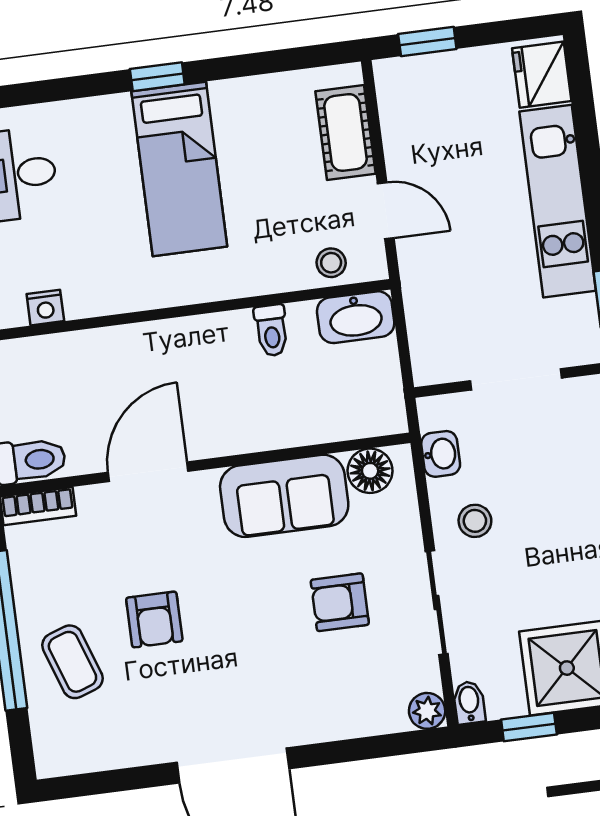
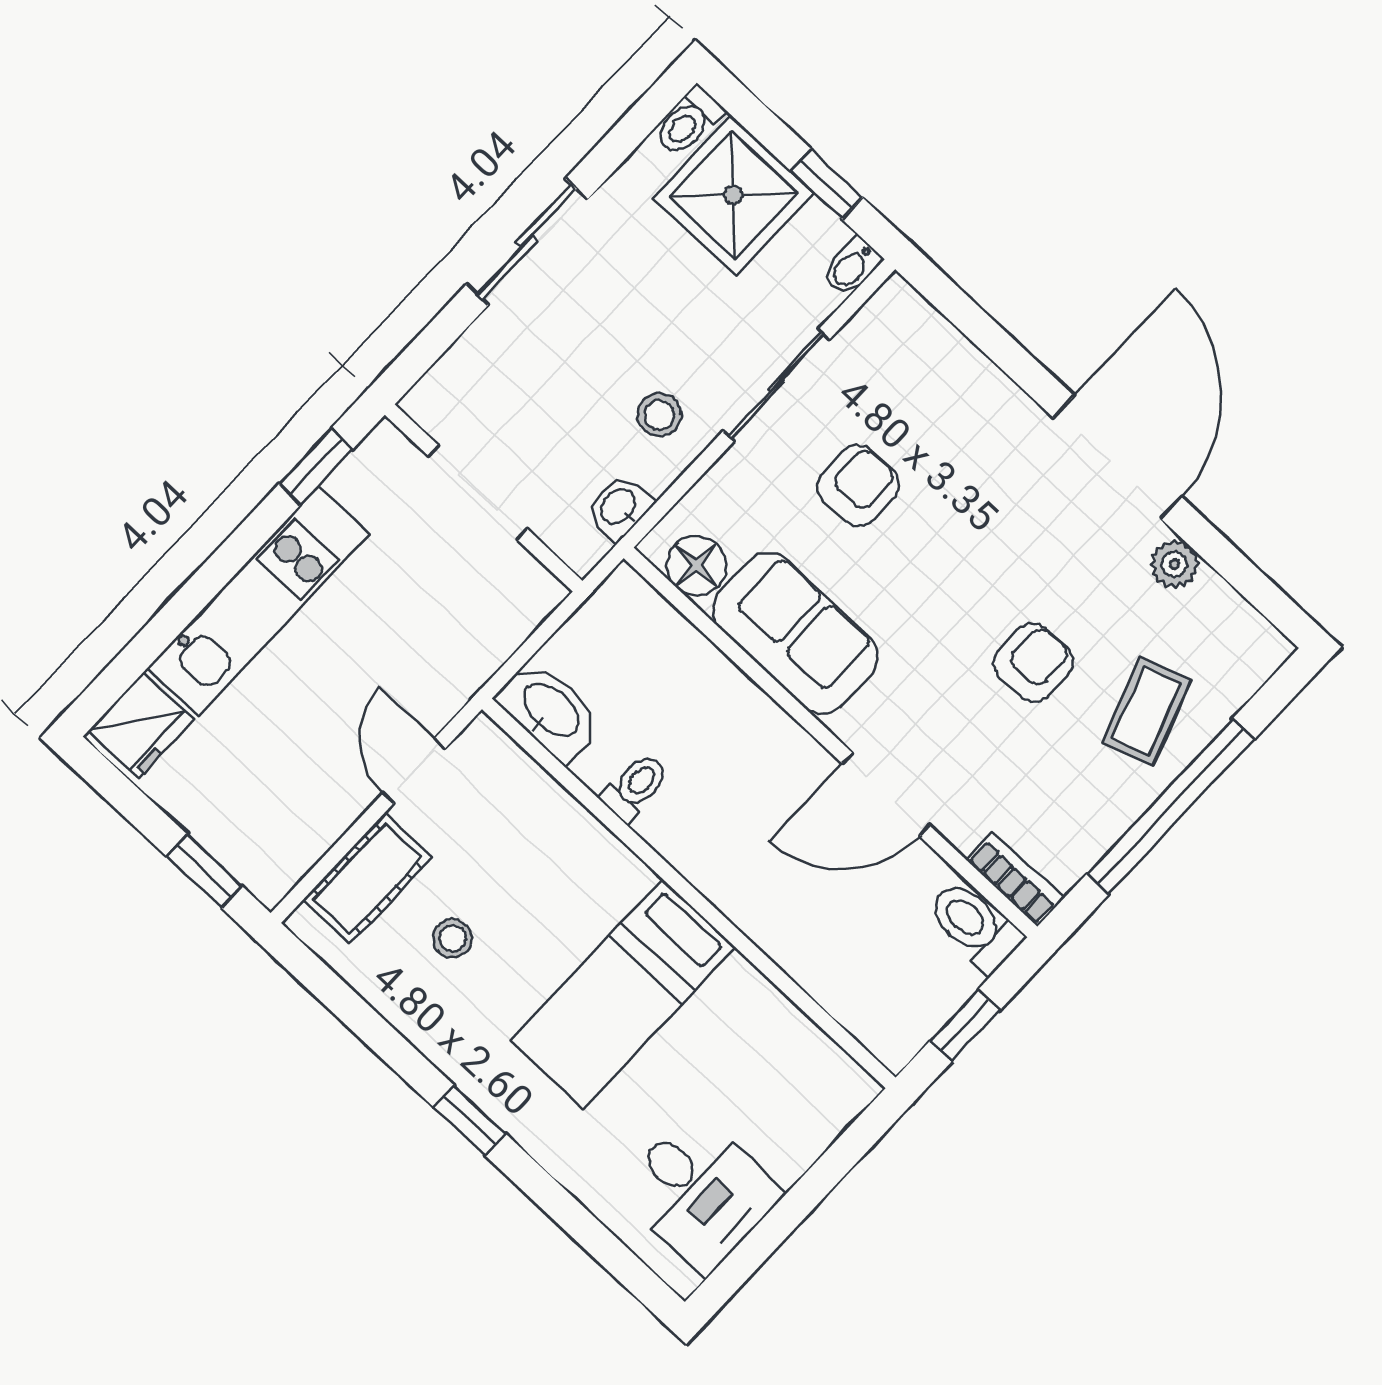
bed: (179, 169) -> (623, 994), moved, turned 180
stool: (331, 263) -> (452, 938), moved
nightstand: (45, 308) -> (804, 1040), removed
armchair: (340, 602) -> (858, 486), turned -91
plant: (427, 711) -> (1174, 564), moved

